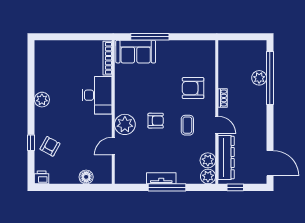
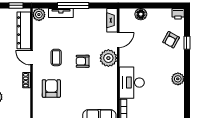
armchair: (193, 88) -> (51, 88), turned -90
plant: (208, 160) -> (39, 28), removed
fireplace: (121, 170) -> (112, 20), added
tv unit: (161, 178) -> (61, 13), moved

